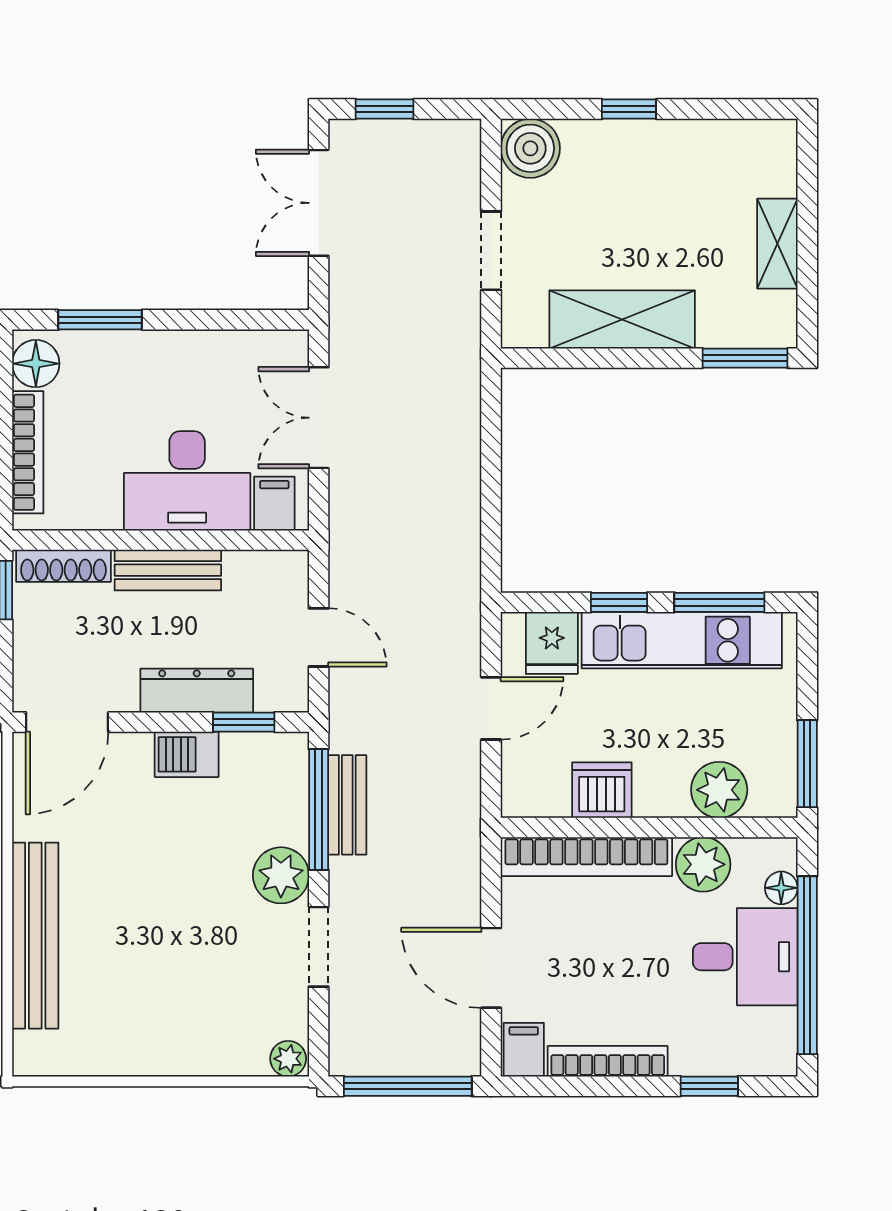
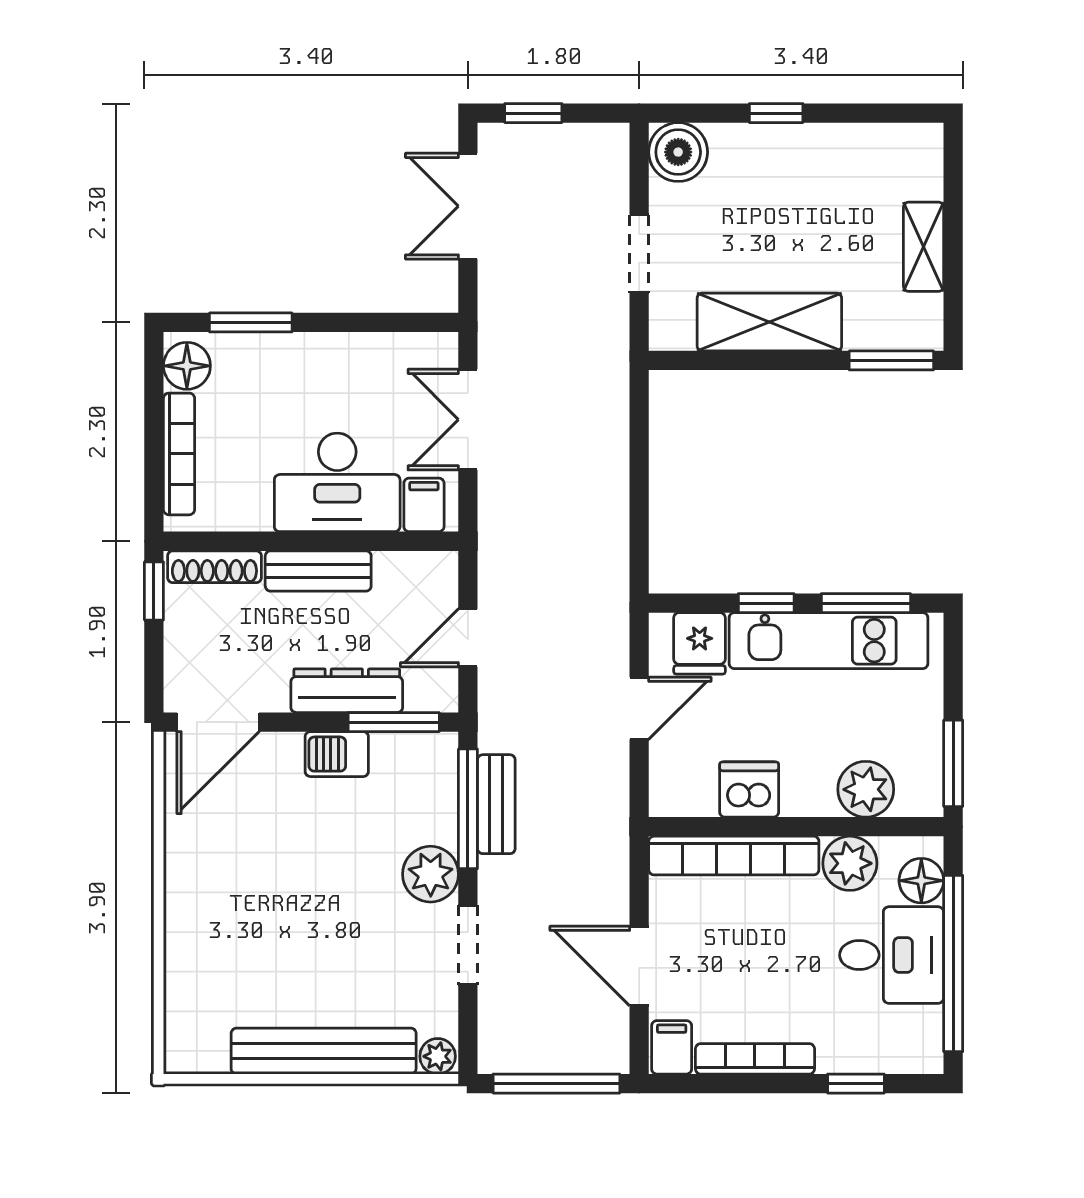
door: (319, 637) -> (468, 638), swing flipped
window: (244, 722) -> (394, 722), width x1.50
floor lamp: (781, 888) -> (921, 881), width x1.37, depth x1.37
bench: (35, 936) -> (324, 1051), moved, turned 90

